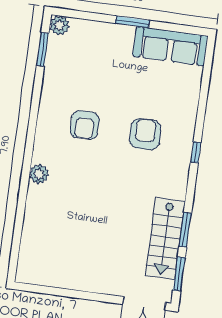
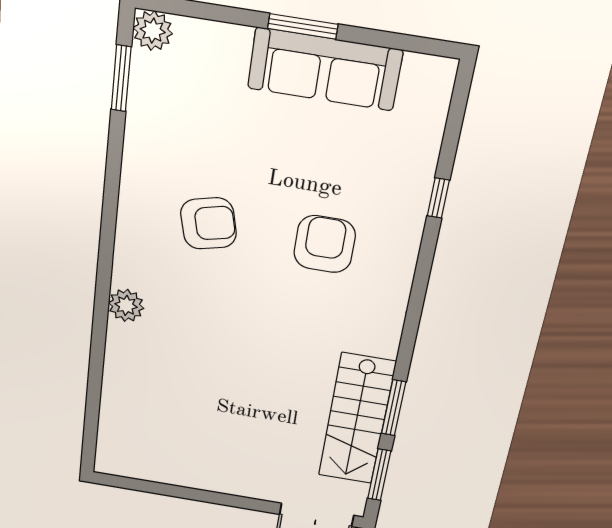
sofa: (170, 46) -> (325, 69), moved
armchair: (85, 125) -> (209, 223), turned -104
window: (196, 152) -> (438, 198), moved

